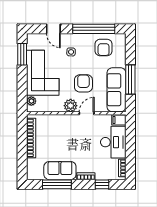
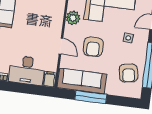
armchair: (104, 48) -> (128, 73), turned -100
armchair: (83, 83) -> (93, 47), turned 90
plant: (71, 106) -> (73, 18), moved

